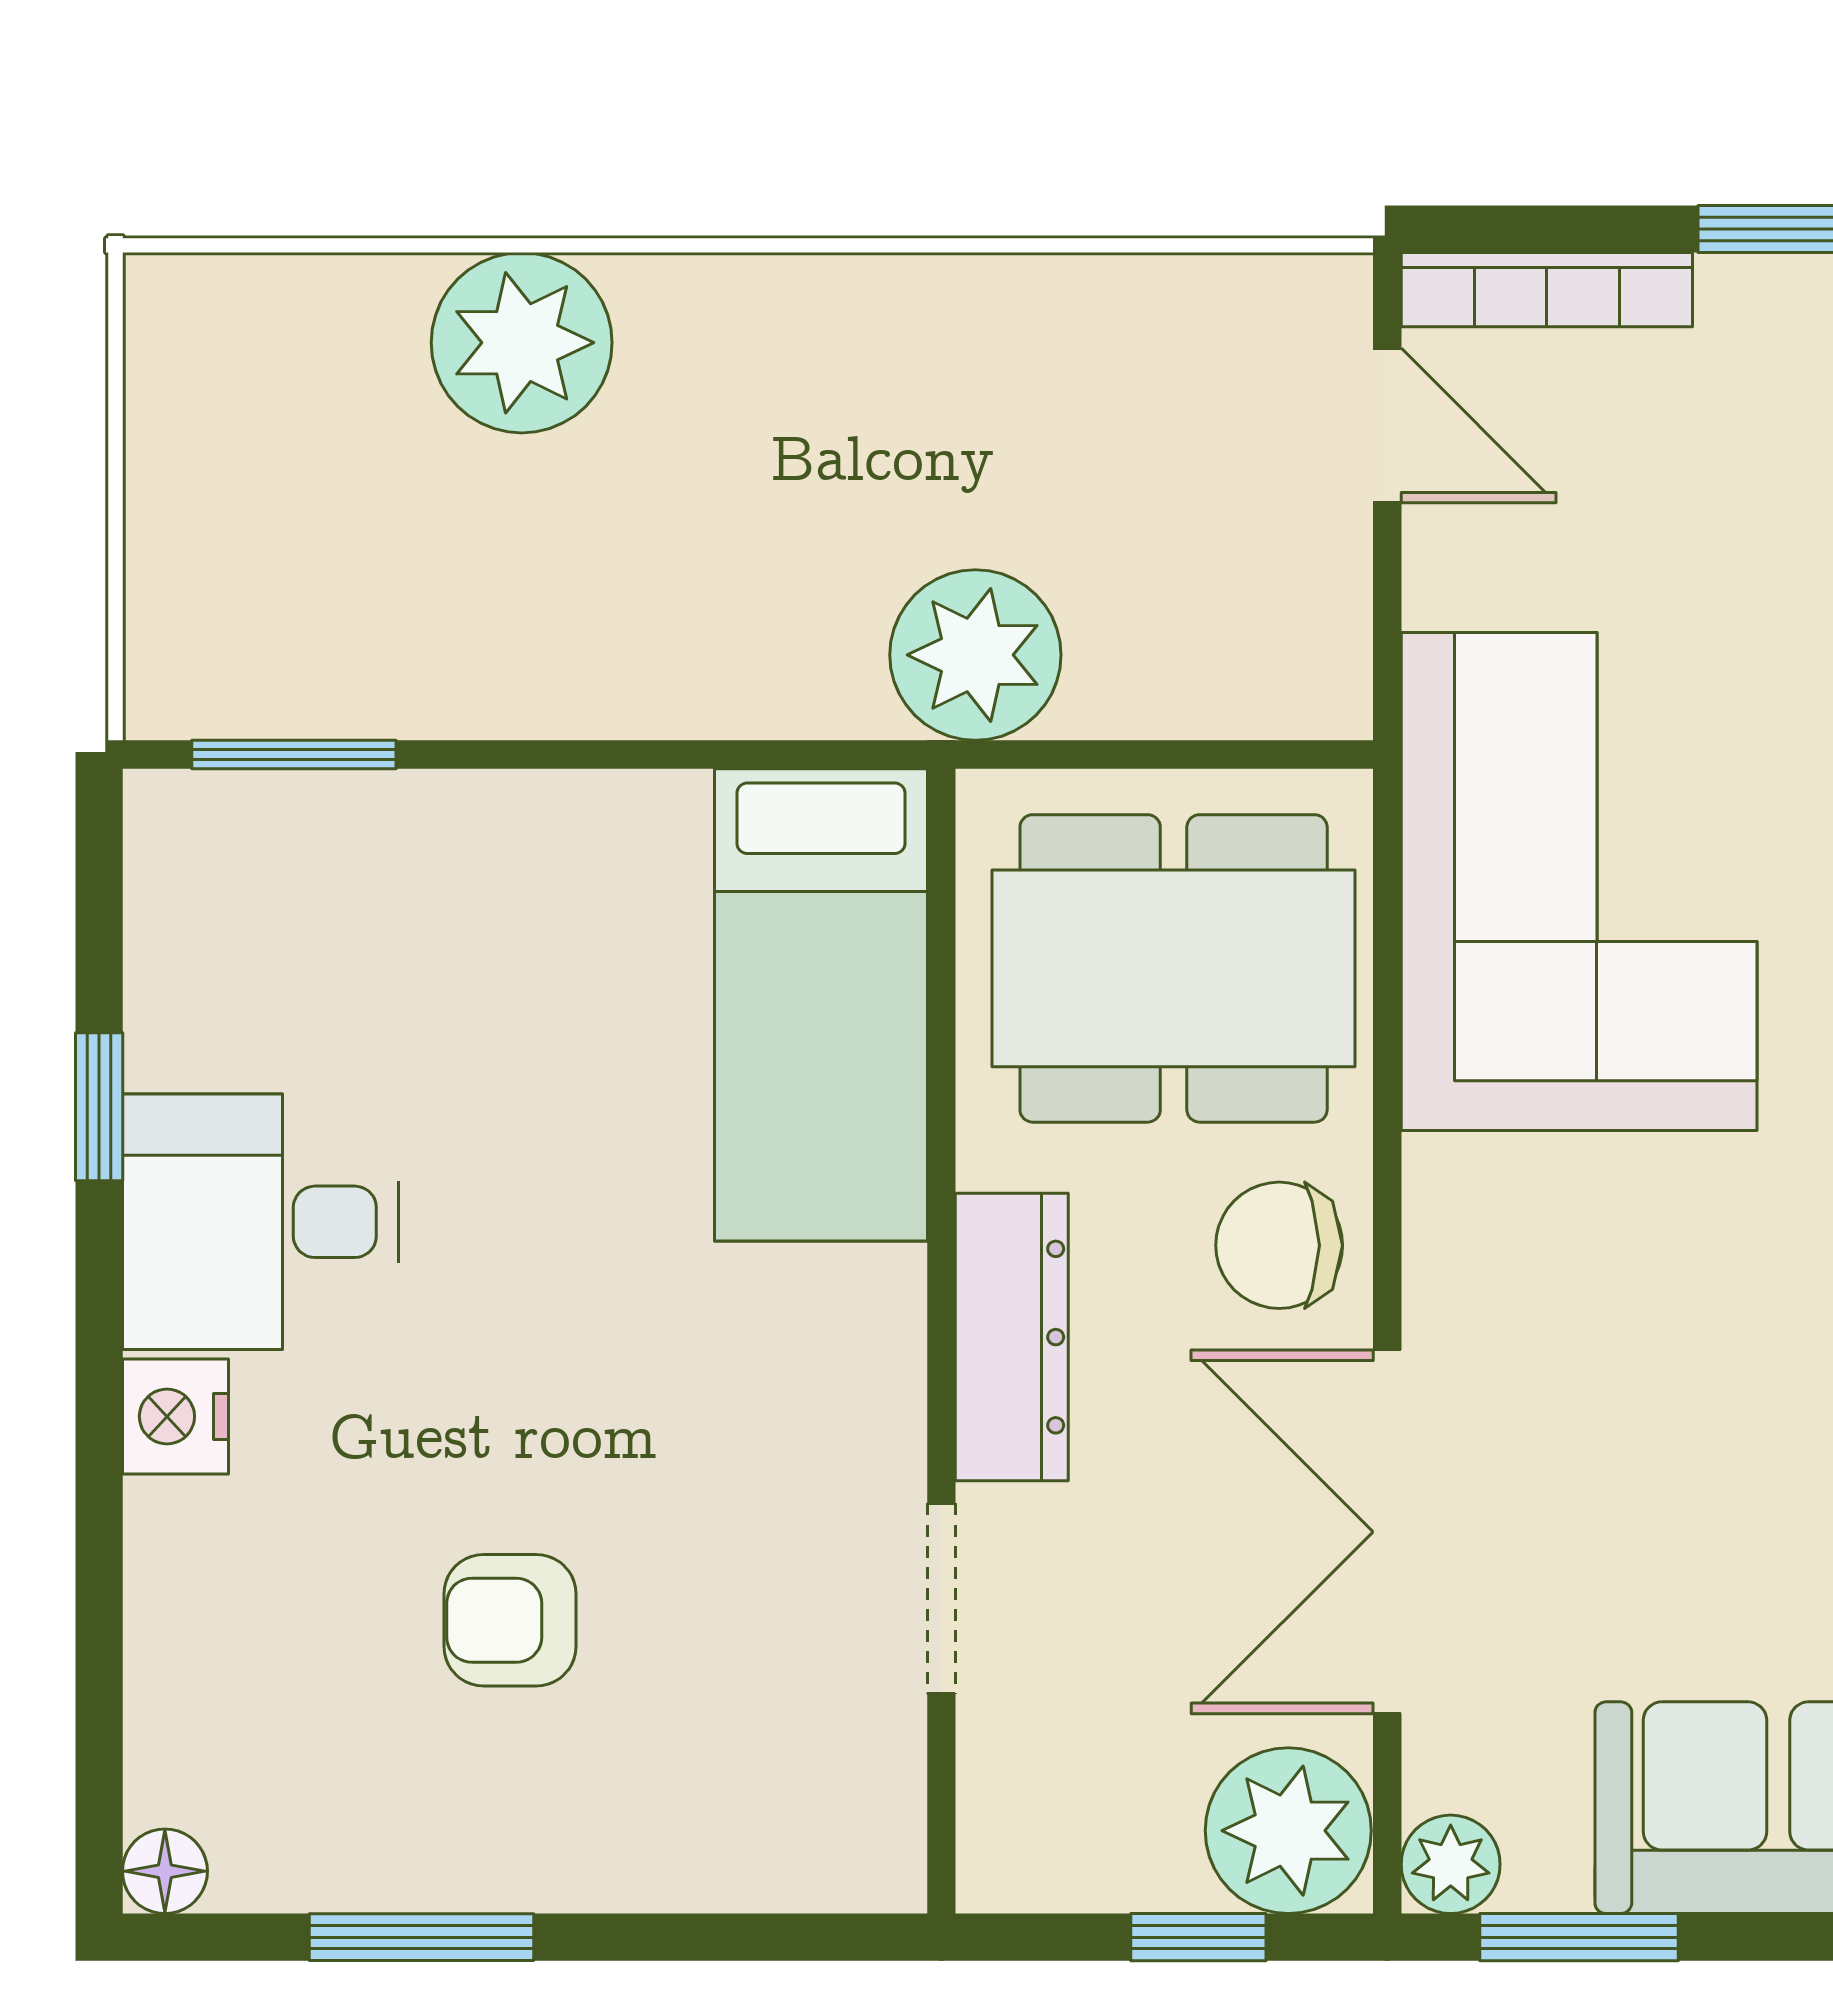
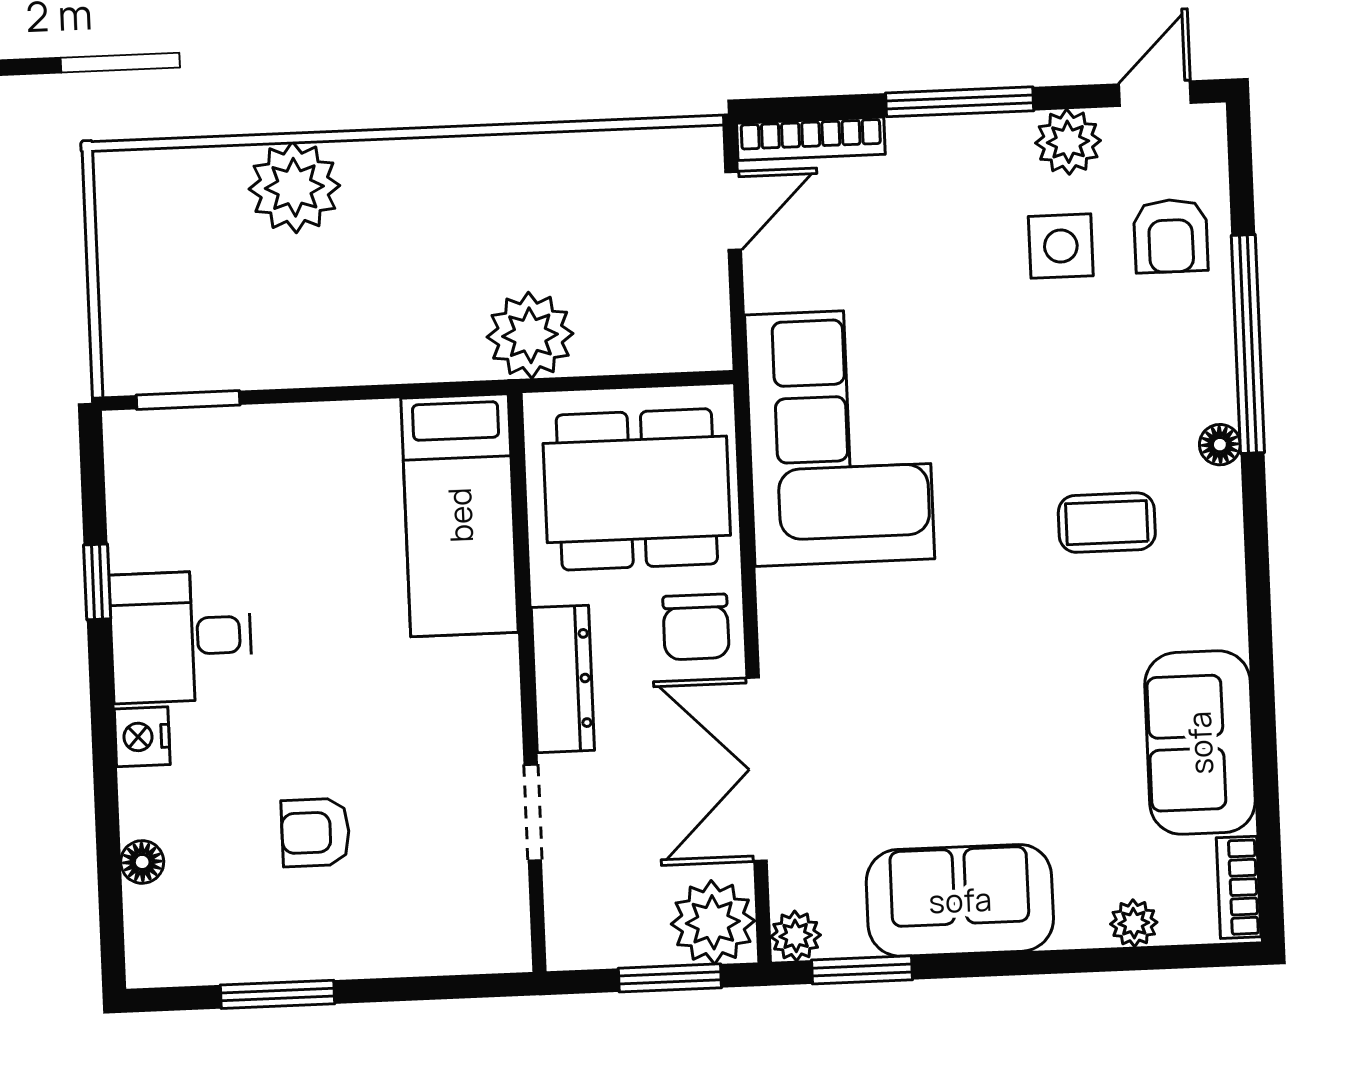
door: (1387, 426) -> (733, 211), hinge flipped
chair: (1279, 1245) -> (696, 627), turned -90
floor lamp: (165, 1871) -> (142, 862), moved
window: (1198, 1937) -> (670, 978), width x1.50

